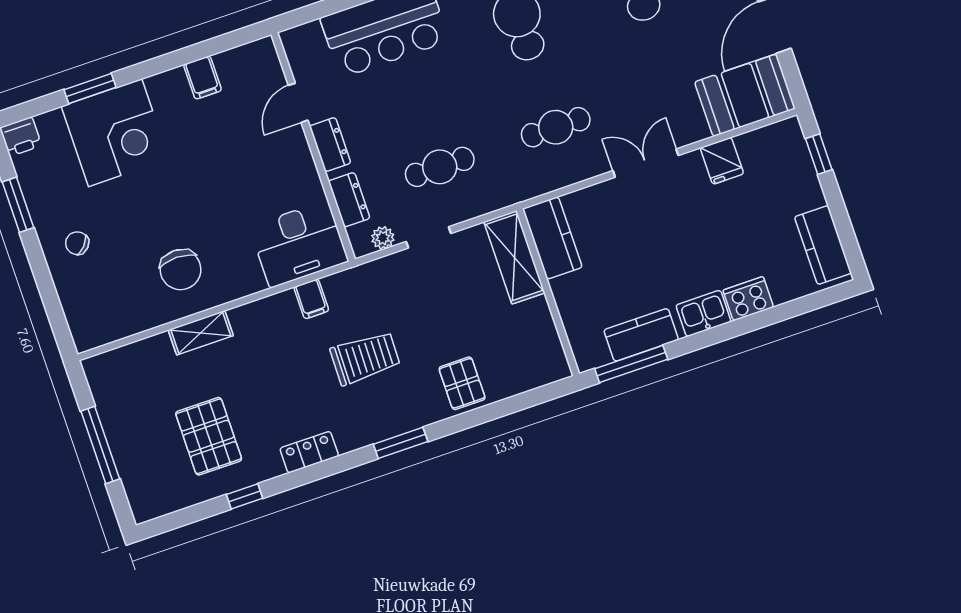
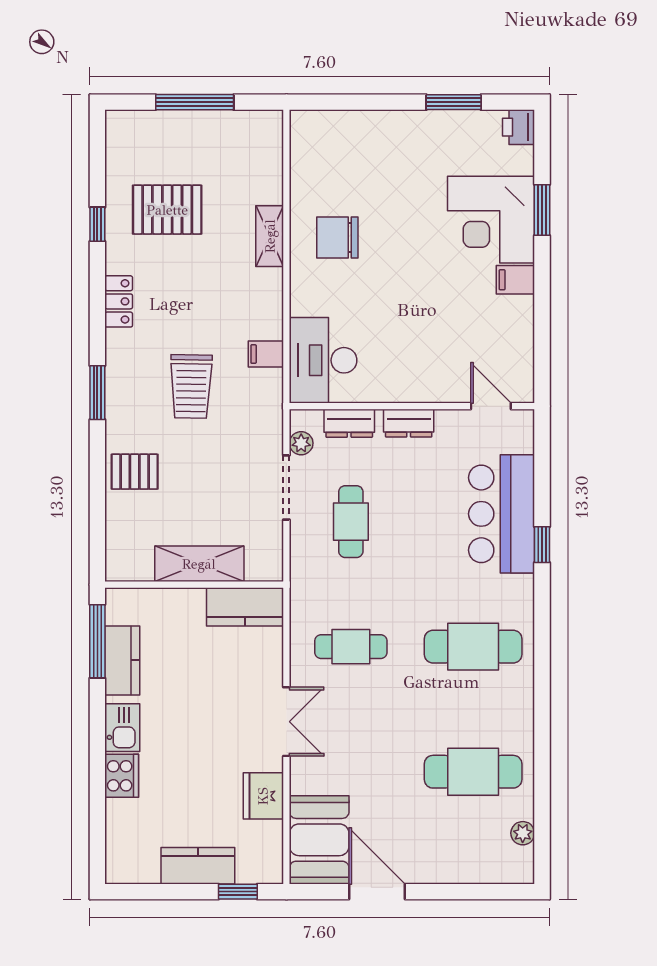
filing cabinet: (203, 78) -> (515, 280), moved
door: (298, 103) -> (491, 406), moved
cafe table: (556, 127) -> (351, 647), turned 90
fridge: (722, 161) -> (263, 796), width x1.38
doorway: (429, 237) -> (286, 487), width x1.38
chair: (77, 243) -> (397, 146), removed
kitchen counter: (823, 245) -> (198, 866), moved
shelving: (514, 257) -> (199, 564), moved

